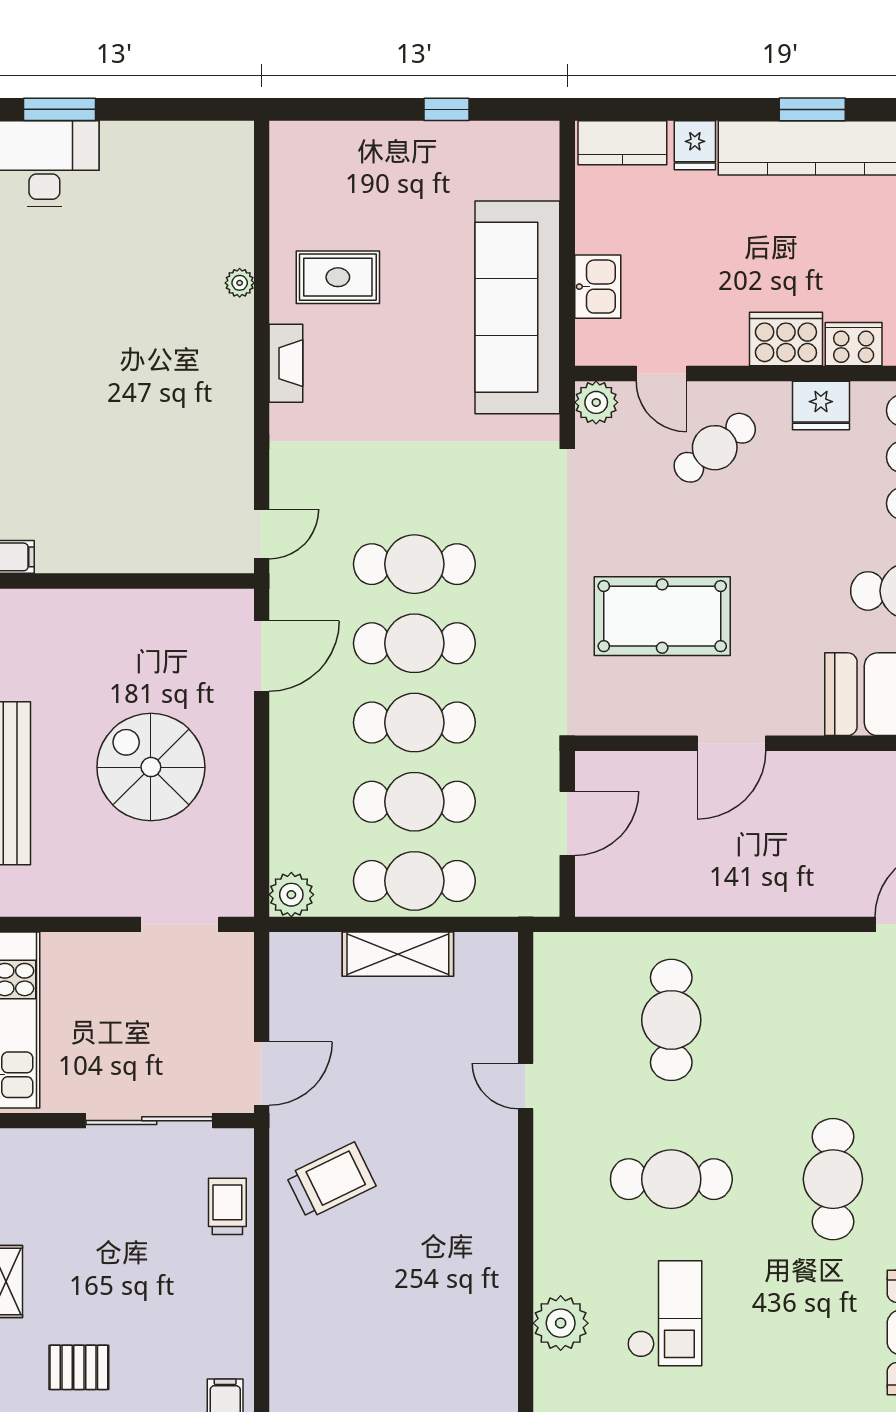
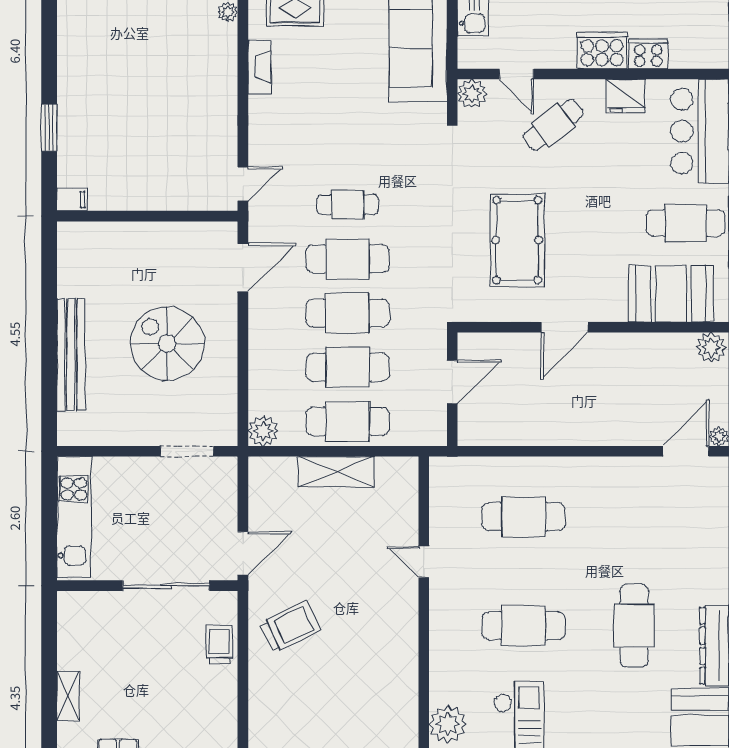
cafe table: (414, 564) -> (348, 205), width x0.73, depth x0.74
pool table: (662, 616) -> (517, 240), turned 90
cafe table: (671, 1020) -> (523, 517), turned 90

